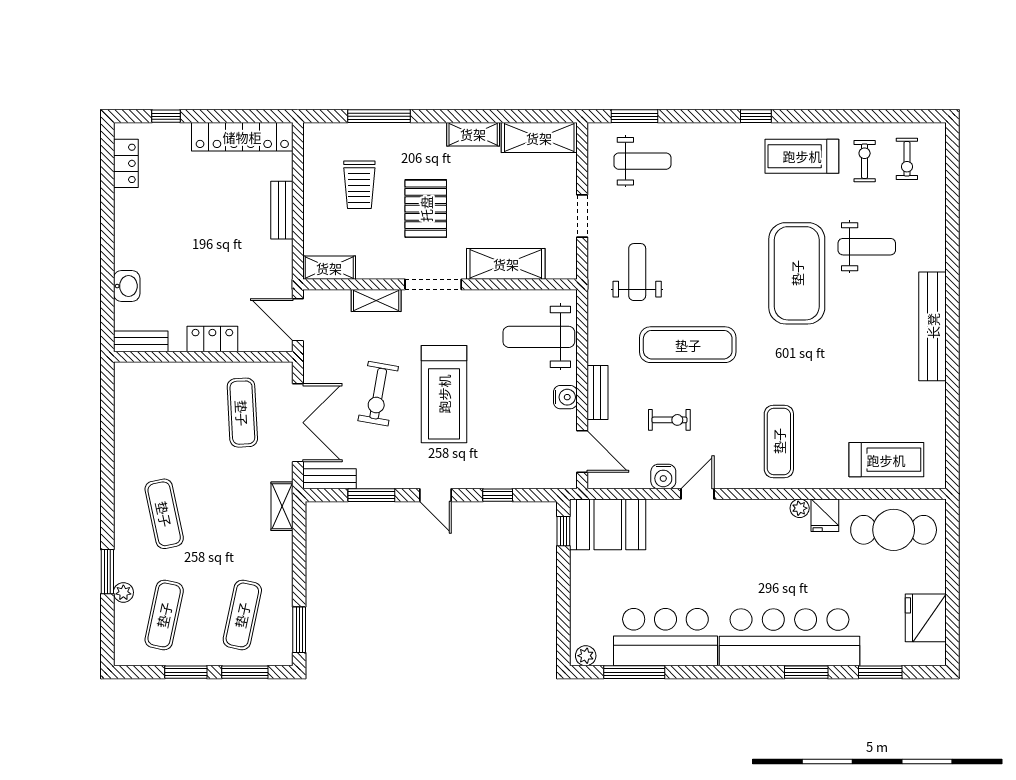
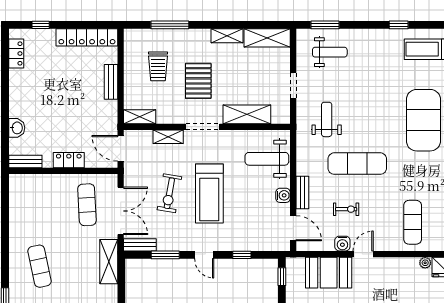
shelving: (282, 506) -> (109, 262), width x1.50, depth x1.33
booth: (608, 524) -> (329, 273), moved

